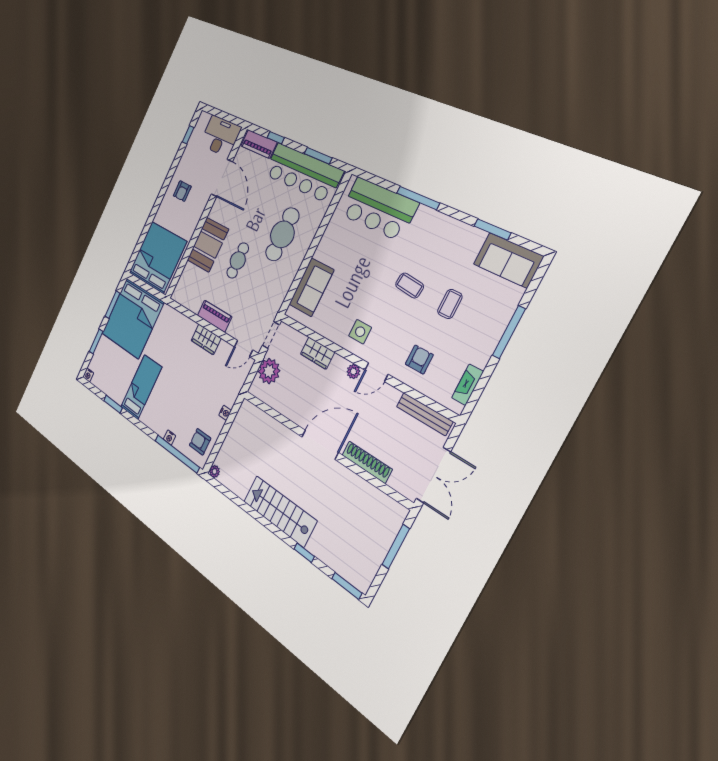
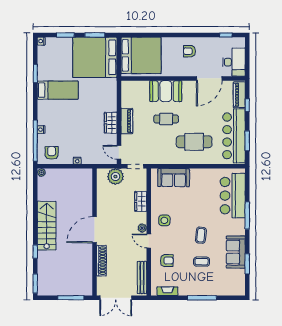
sofa: (508, 260) -> (236, 252), moved
door: (320, 445) -> (95, 230), swing flipped

